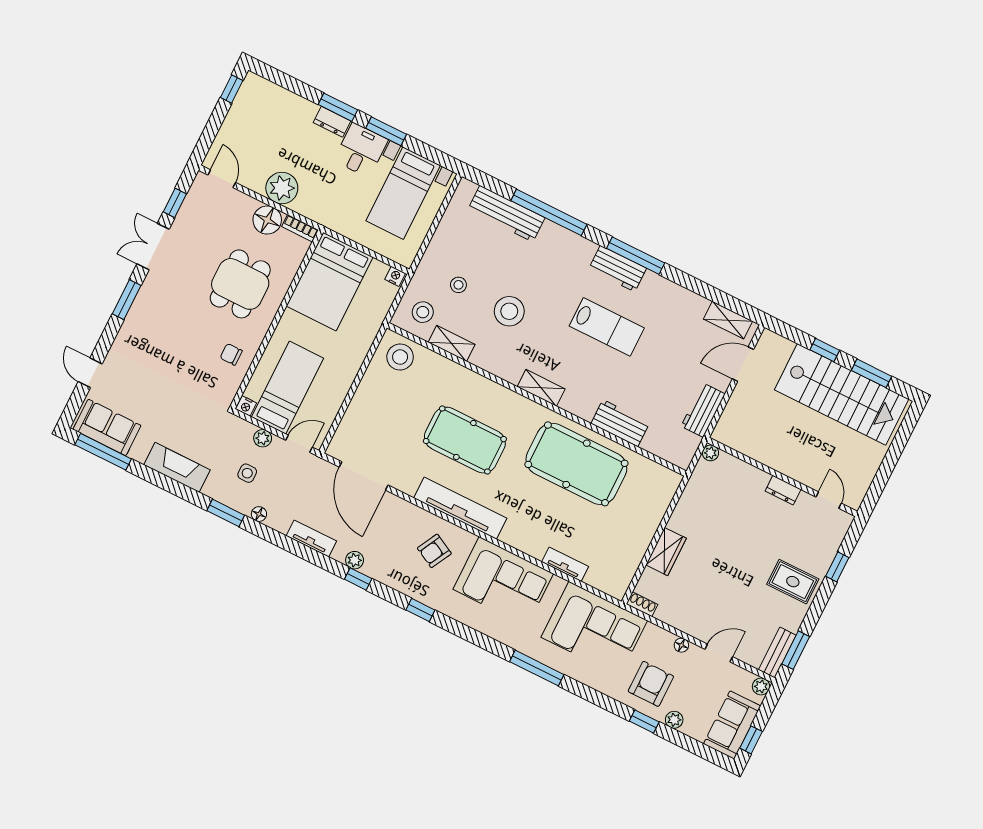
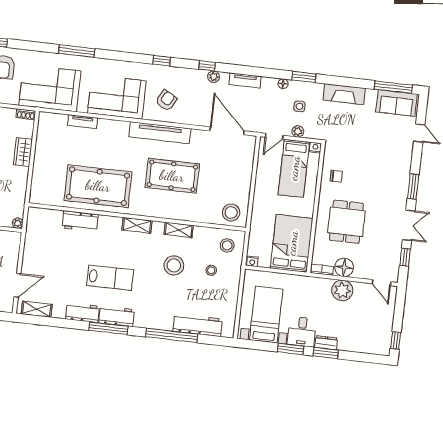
lab bench: (607, 327) -> (110, 278), turned 180
shelving: (452, 343) -> (179, 230), moved
workbench: (703, 410) -> (82, 313), moved, turned -90

